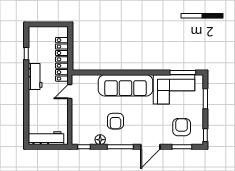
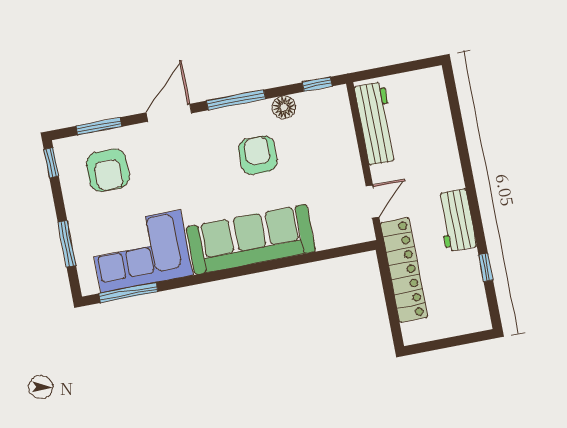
workbench: (46, 138) -> (376, 123), moved, turned -90

